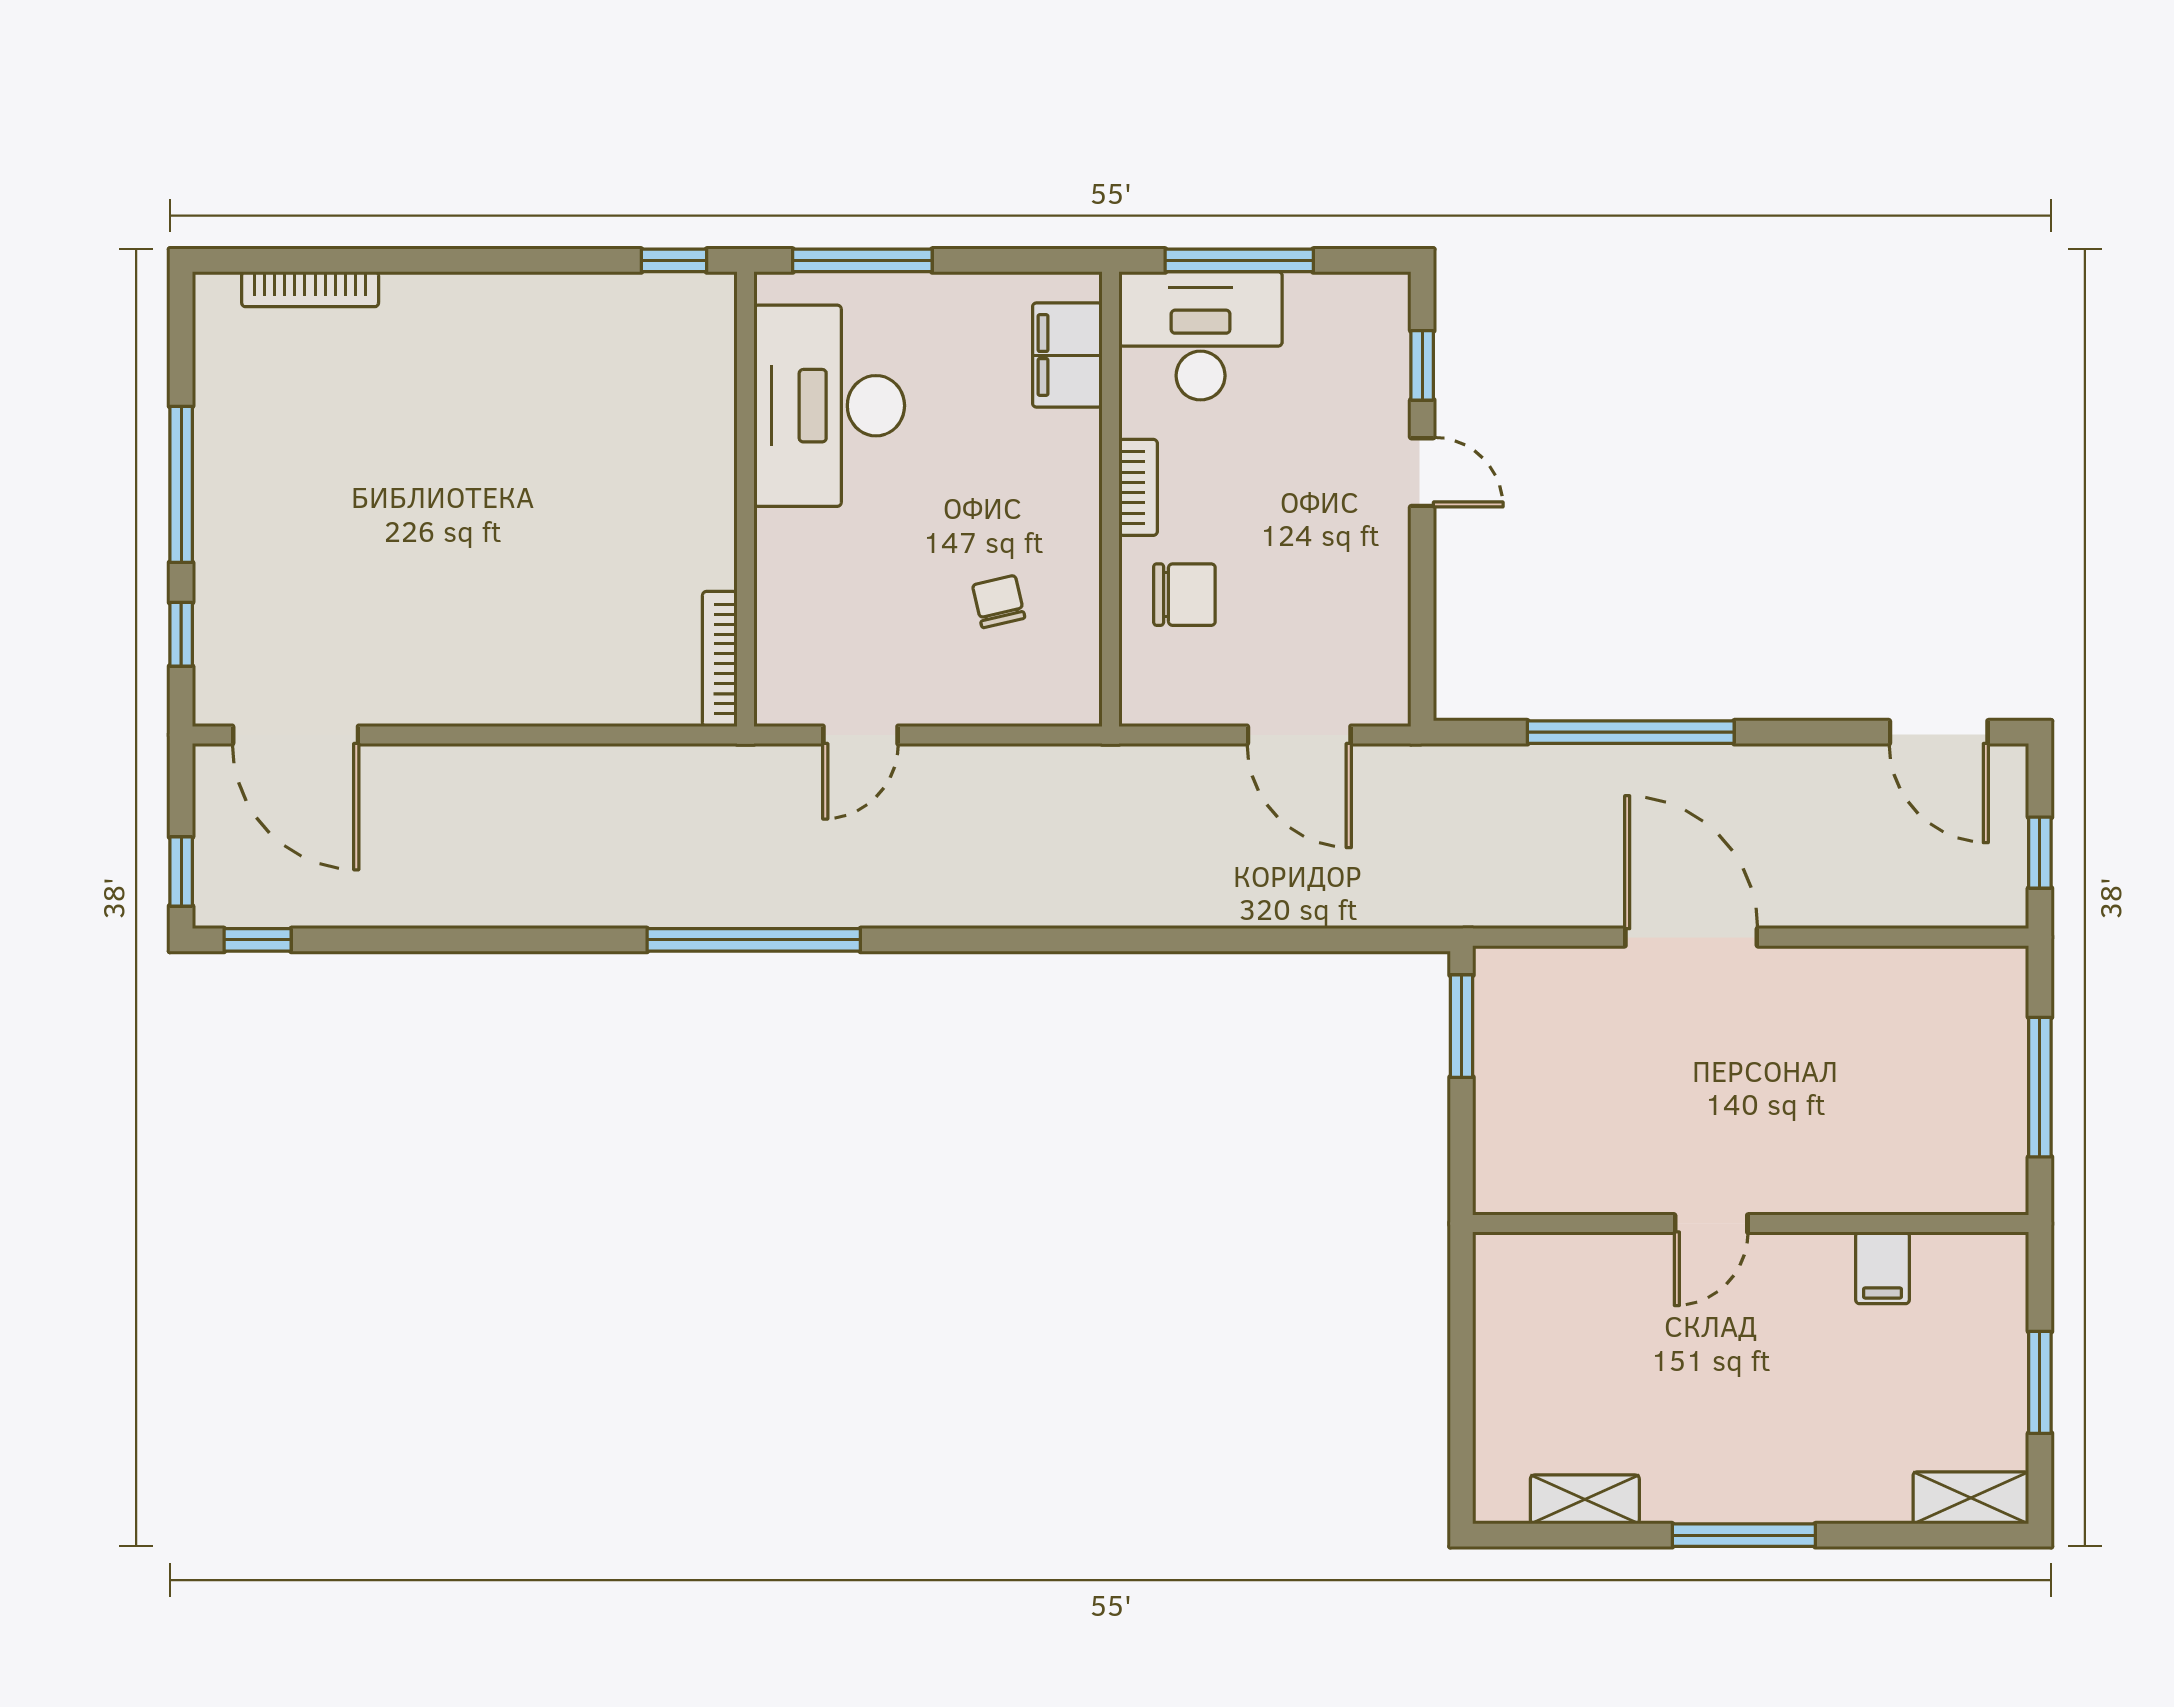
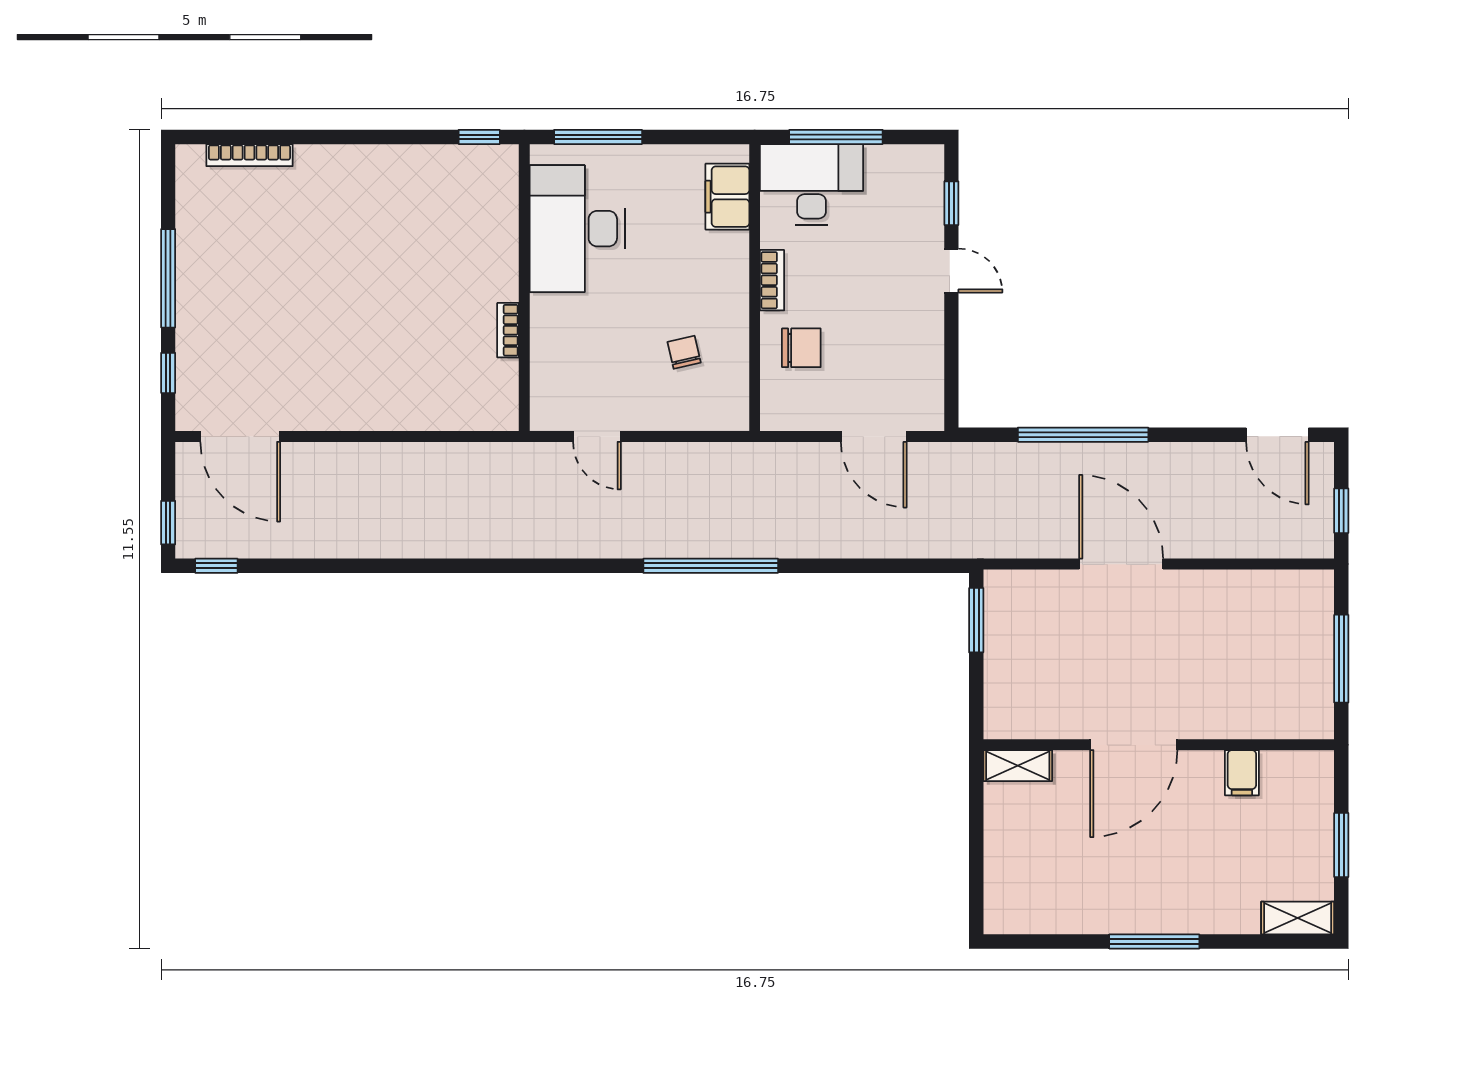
bookcase: (720, 659) -> (508, 330), moved, width x0.64
door: (861, 735) -> (597, 436), hinge flipped
window: (754, 940) -> (711, 566), moved
door: (1711, 1224) -> (1134, 745), width x1.88
shelving: (1585, 1499) -> (1018, 766), moved

